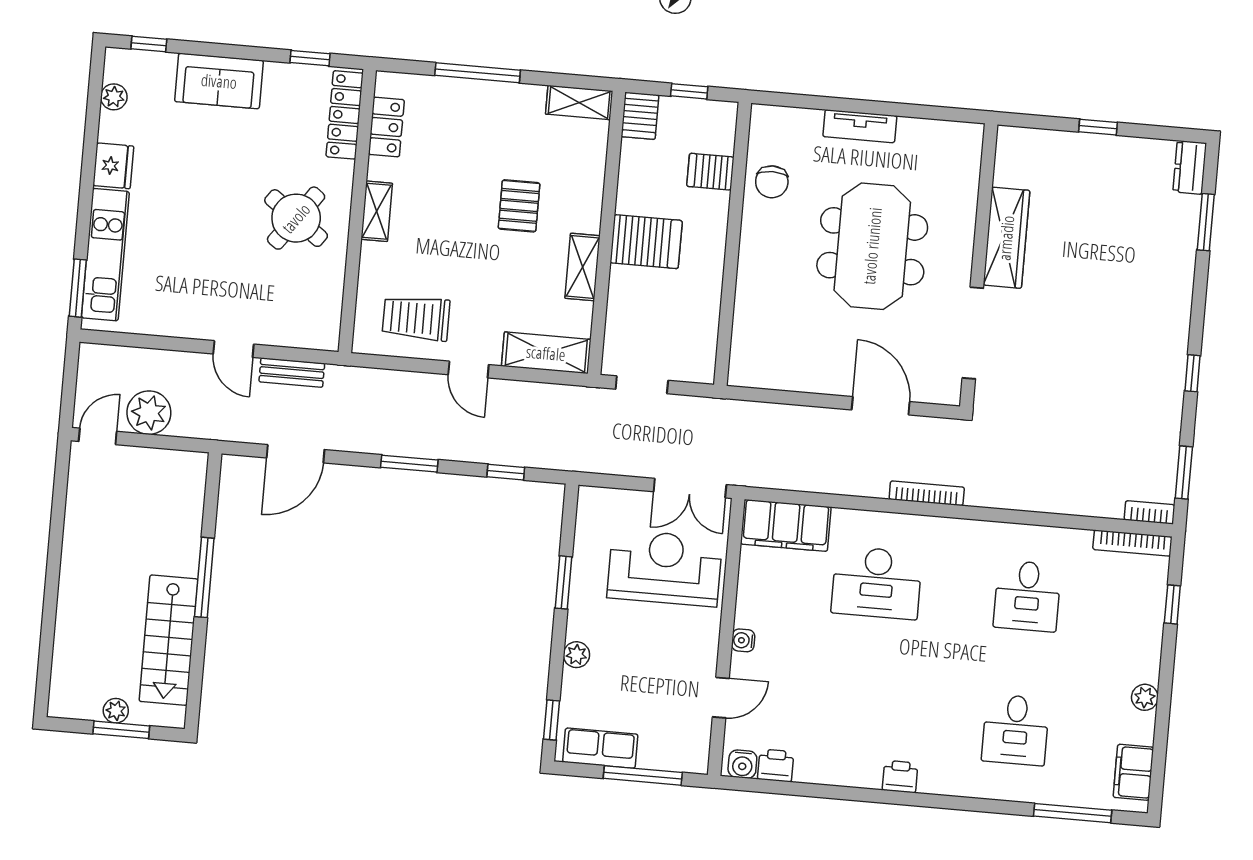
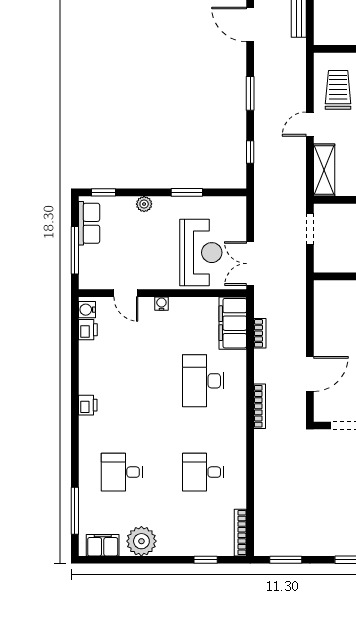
bookcase: (1149, 512) -> (260, 333), moved
plant: (1145, 697) -> (141, 541), width x1.88, depth x1.88

